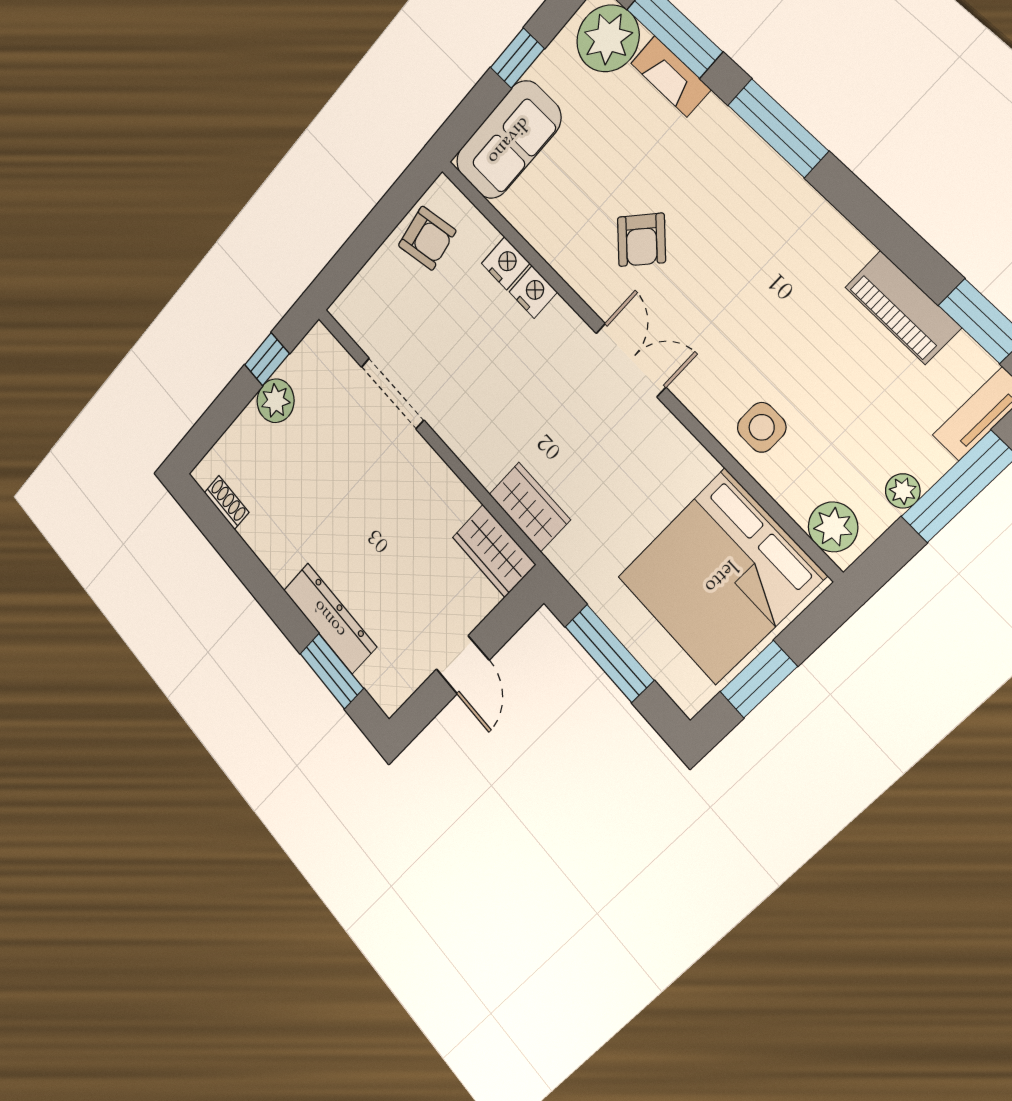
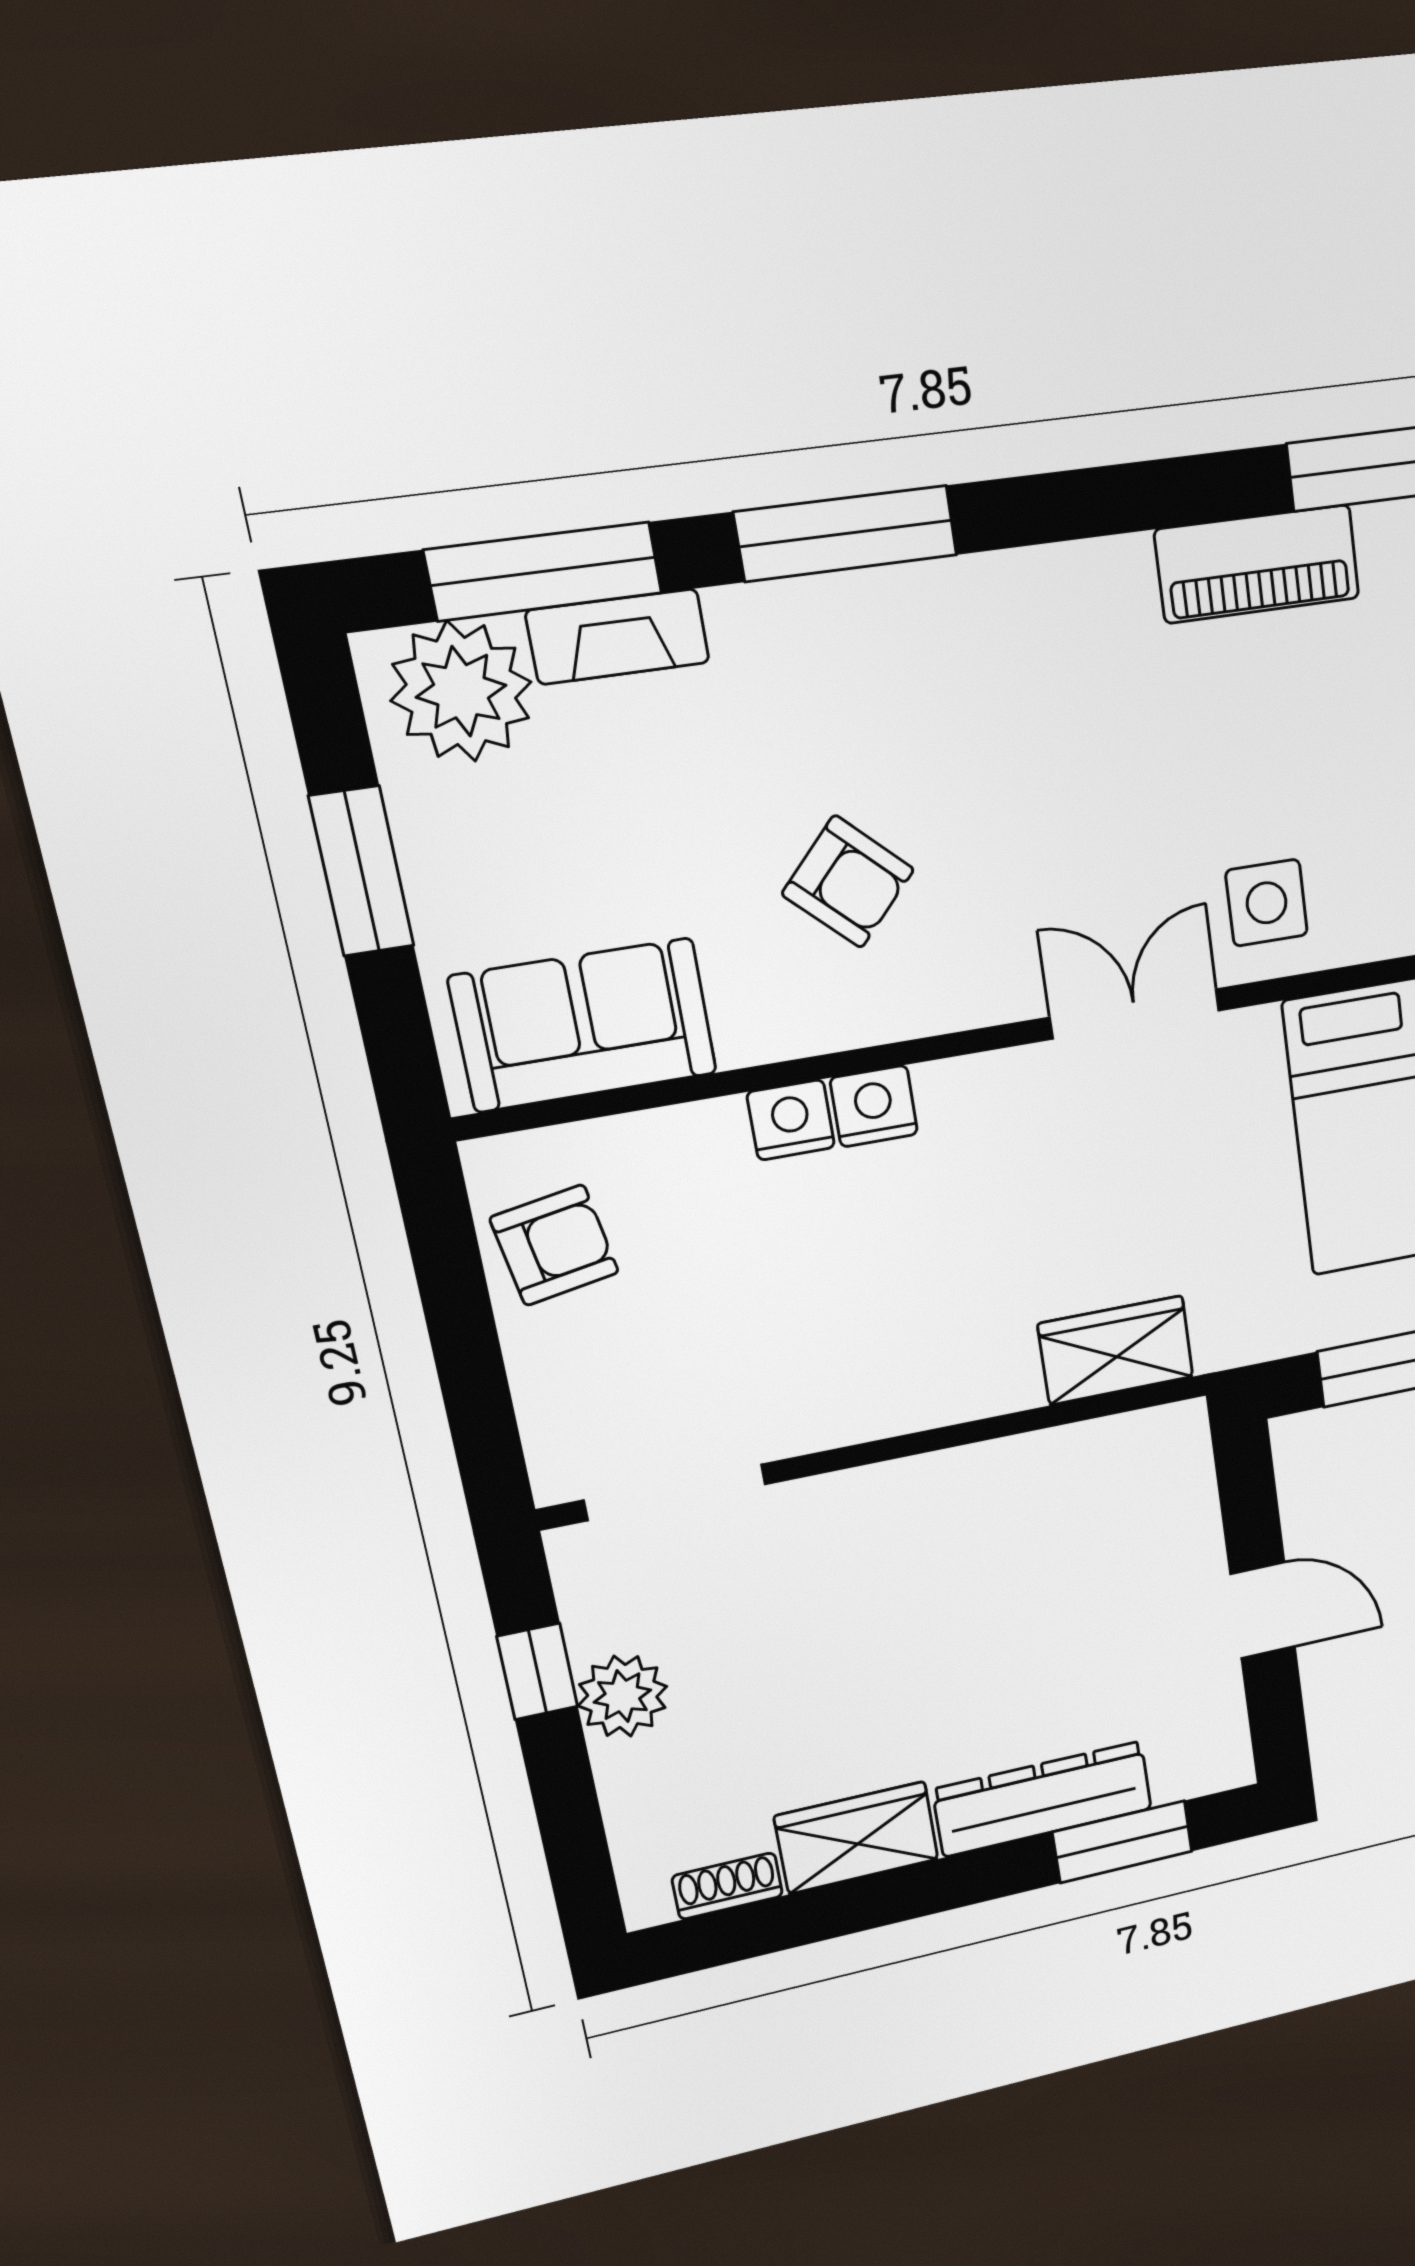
window: (517, 58) -> (362, 871), width x1.50
sofa: (508, 140) -> (584, 1025), moved, turned -90
nightstand: (506, 263) -> (874, 1106), moved
double door: (631, 360) -> (1135, 1014), moved
doorway: (392, 393) -> (675, 1492), moved
wardrobe: (494, 551) -> (857, 1838), moved, turned 180

